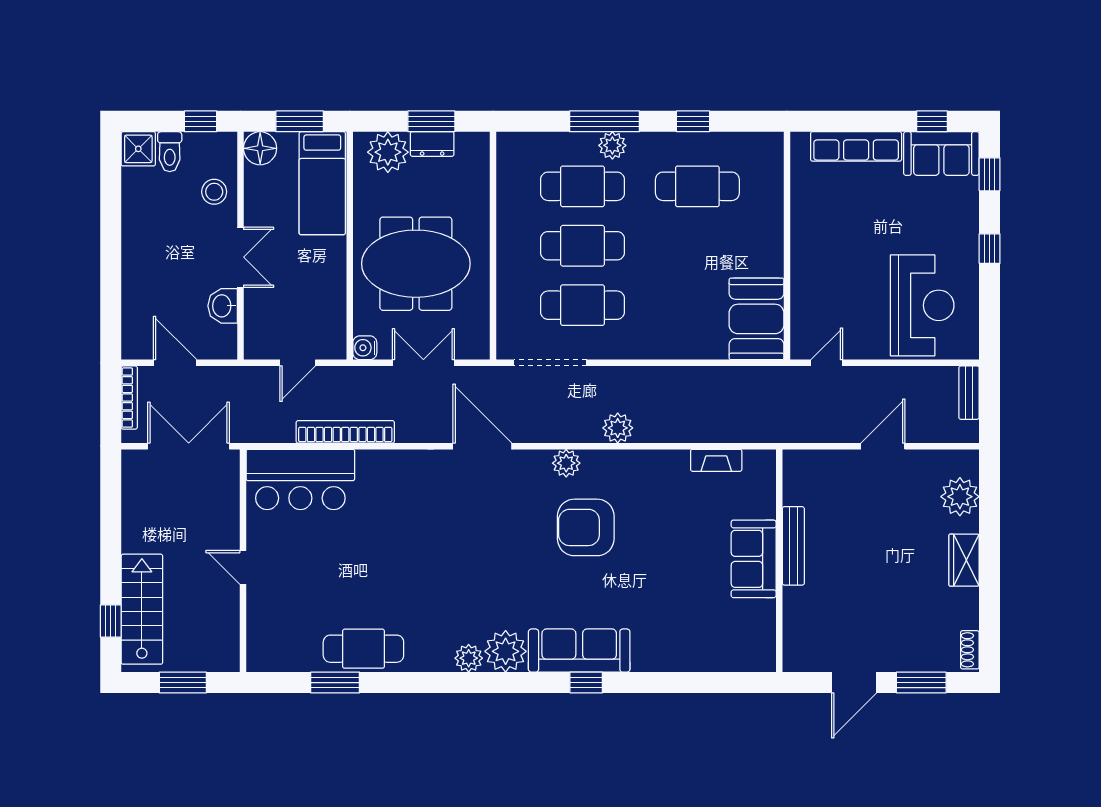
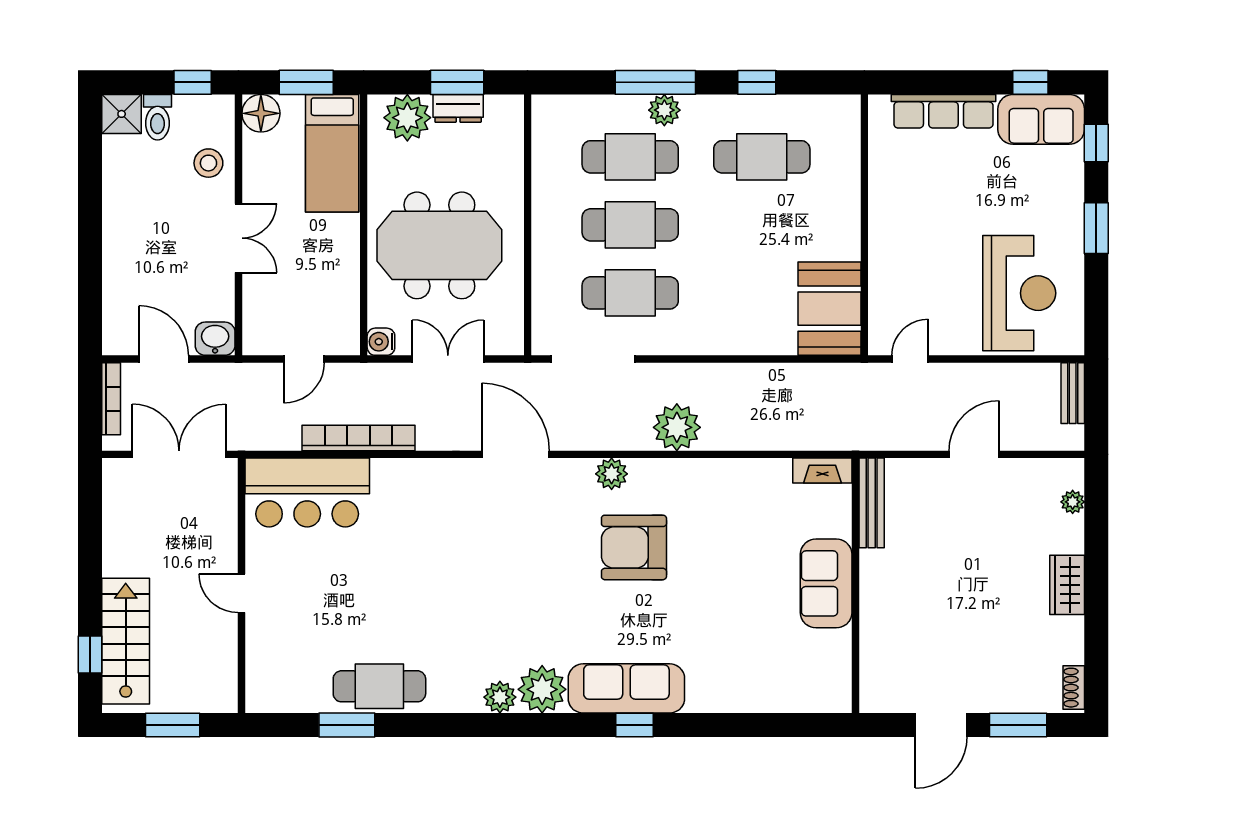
window: (990, 249) -> (1096, 228), width x1.50
washbasin: (223, 306) -> (215, 339), moved, turned 90
plant: (618, 428) -> (677, 427), width x1.36, depth x1.36
fireplace: (716, 460) -> (822, 471), moved
plant: (960, 497) -> (1073, 502), width x0.53, depth x0.53
bench: (793, 546) -> (872, 503), moved

